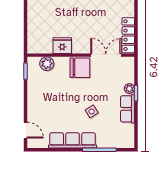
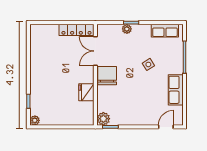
plant: (47, 64) -> (103, 119), moved
row of seats: (128, 109) -> (165, 31), moved
row of seats: (73, 140) -> (176, 90), width x0.68

